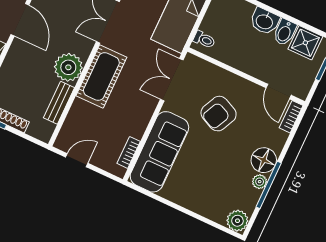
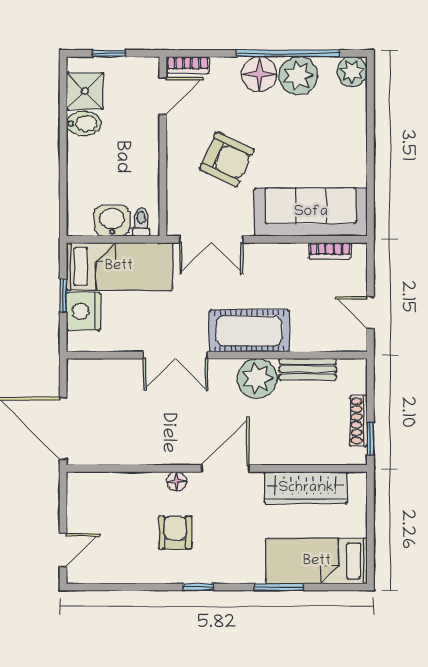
washbasin: (265, 21) -> (112, 221), moved, turned -90
plant: (260, 182) -> (298, 76), width x1.88, depth x1.88
window: (269, 185) -> (288, 53), width x1.46

